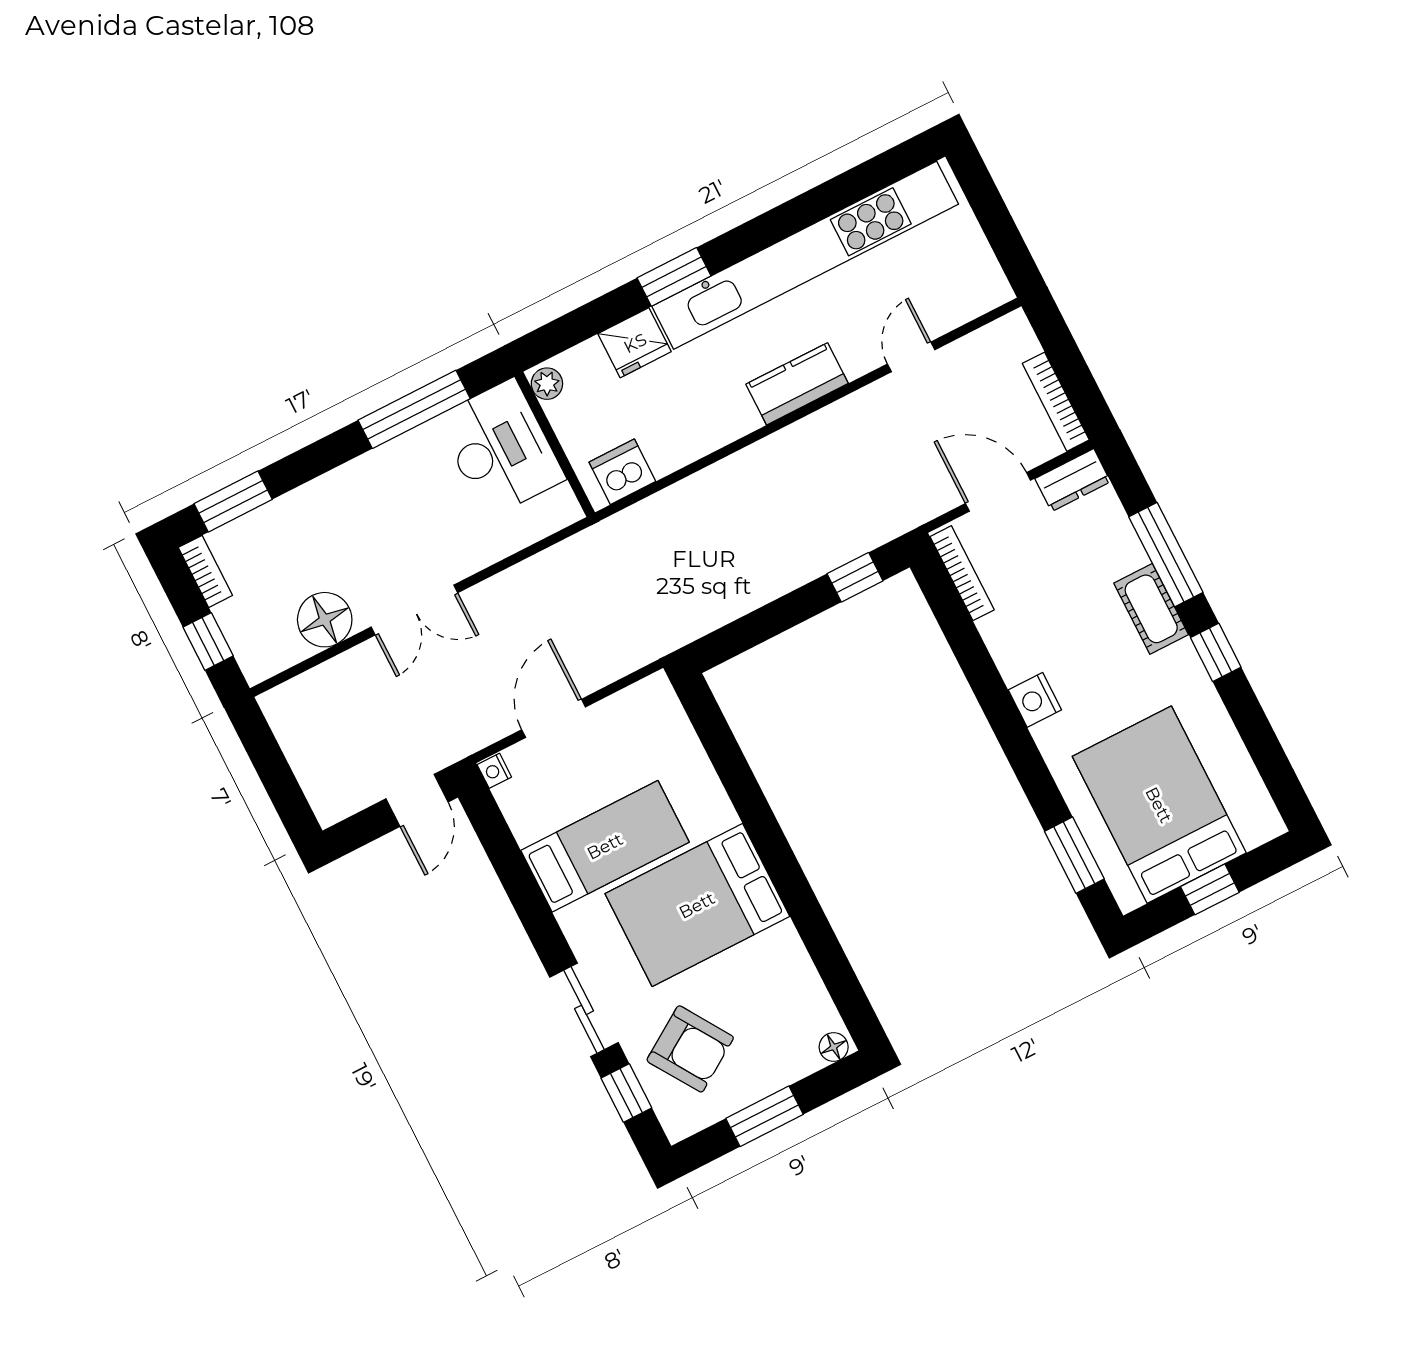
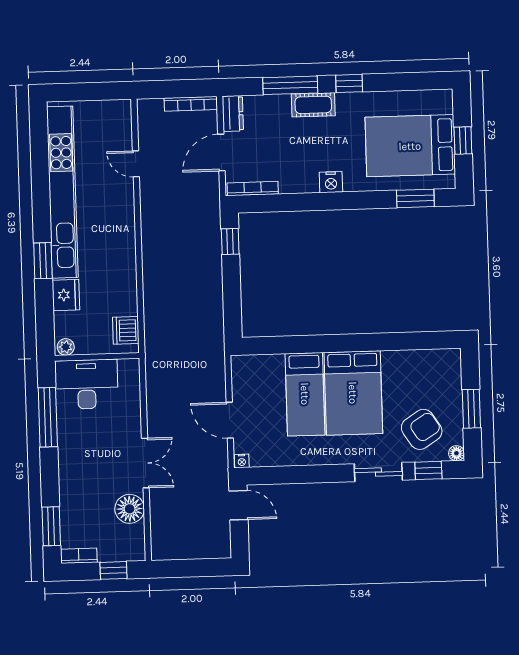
kitchen counter: (797, 384) -> (123, 225), removed
bed: (605, 846) -> (305, 394), moved, turned 180
floor lamp: (834, 1047) -> (456, 453), moved

